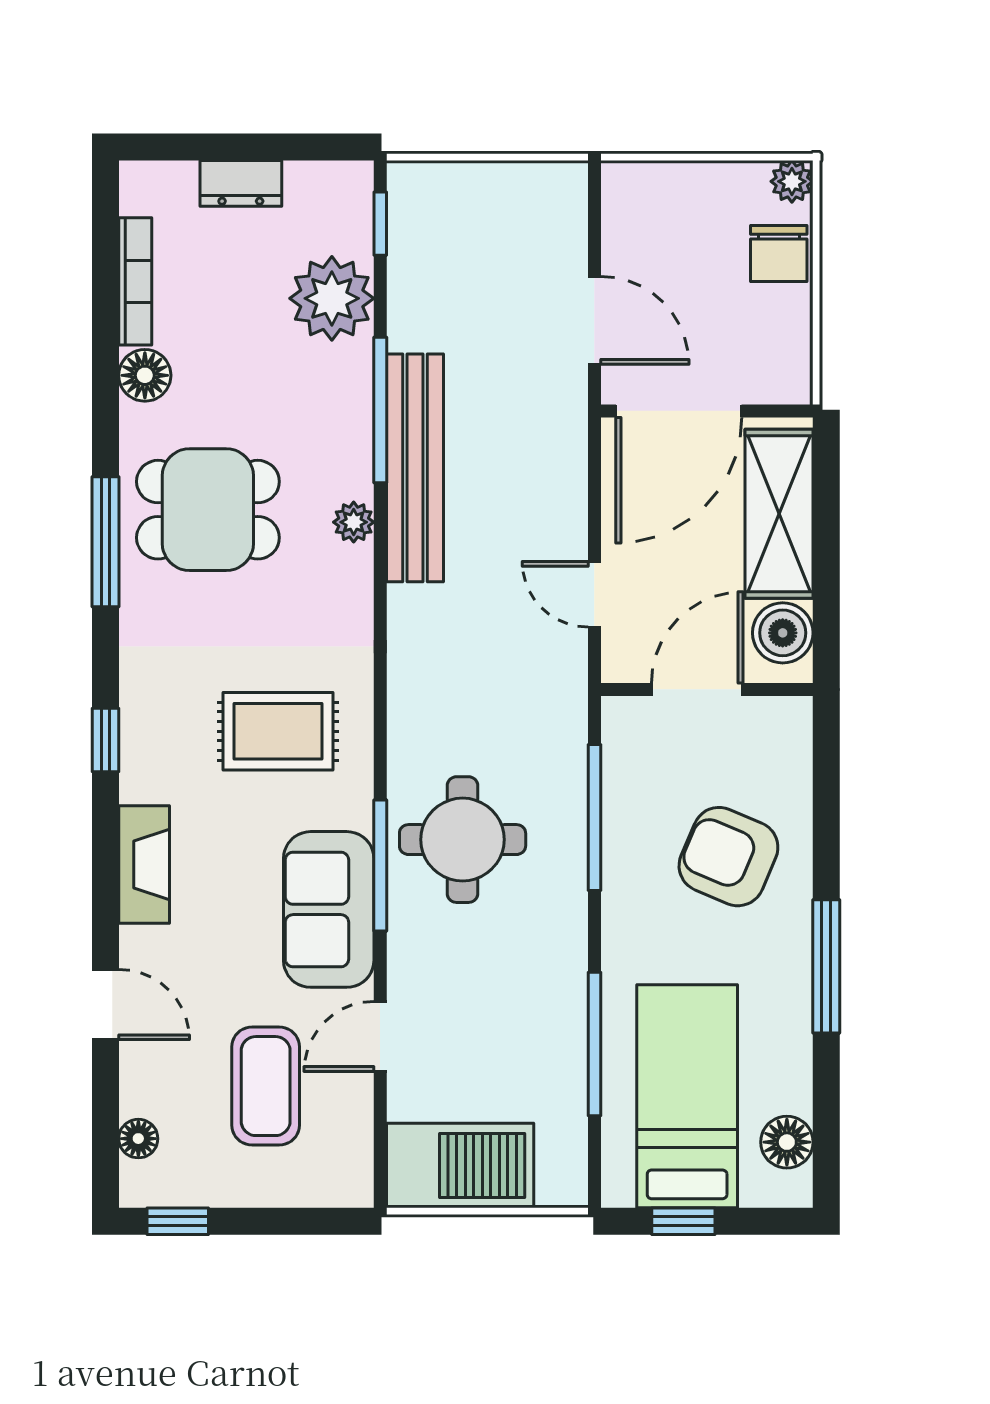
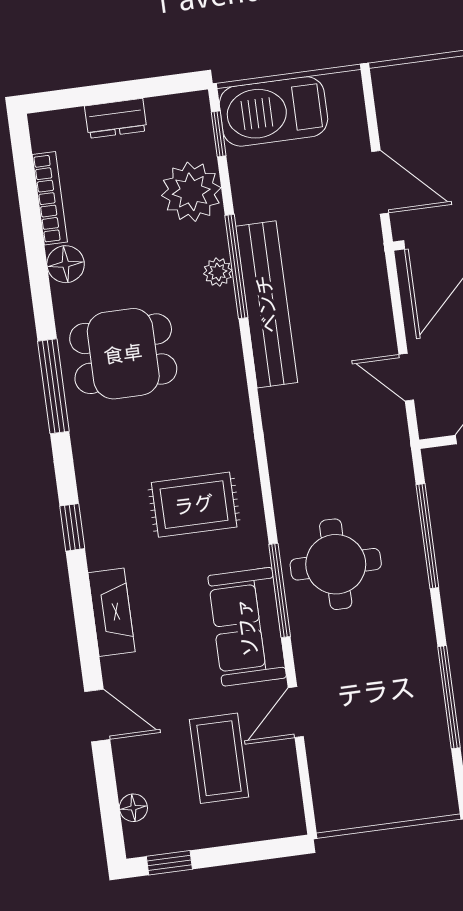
plant: (354, 522) -> (218, 272), moved
barbecue: (460, 1165) -> (274, 111), moved, turned 180

